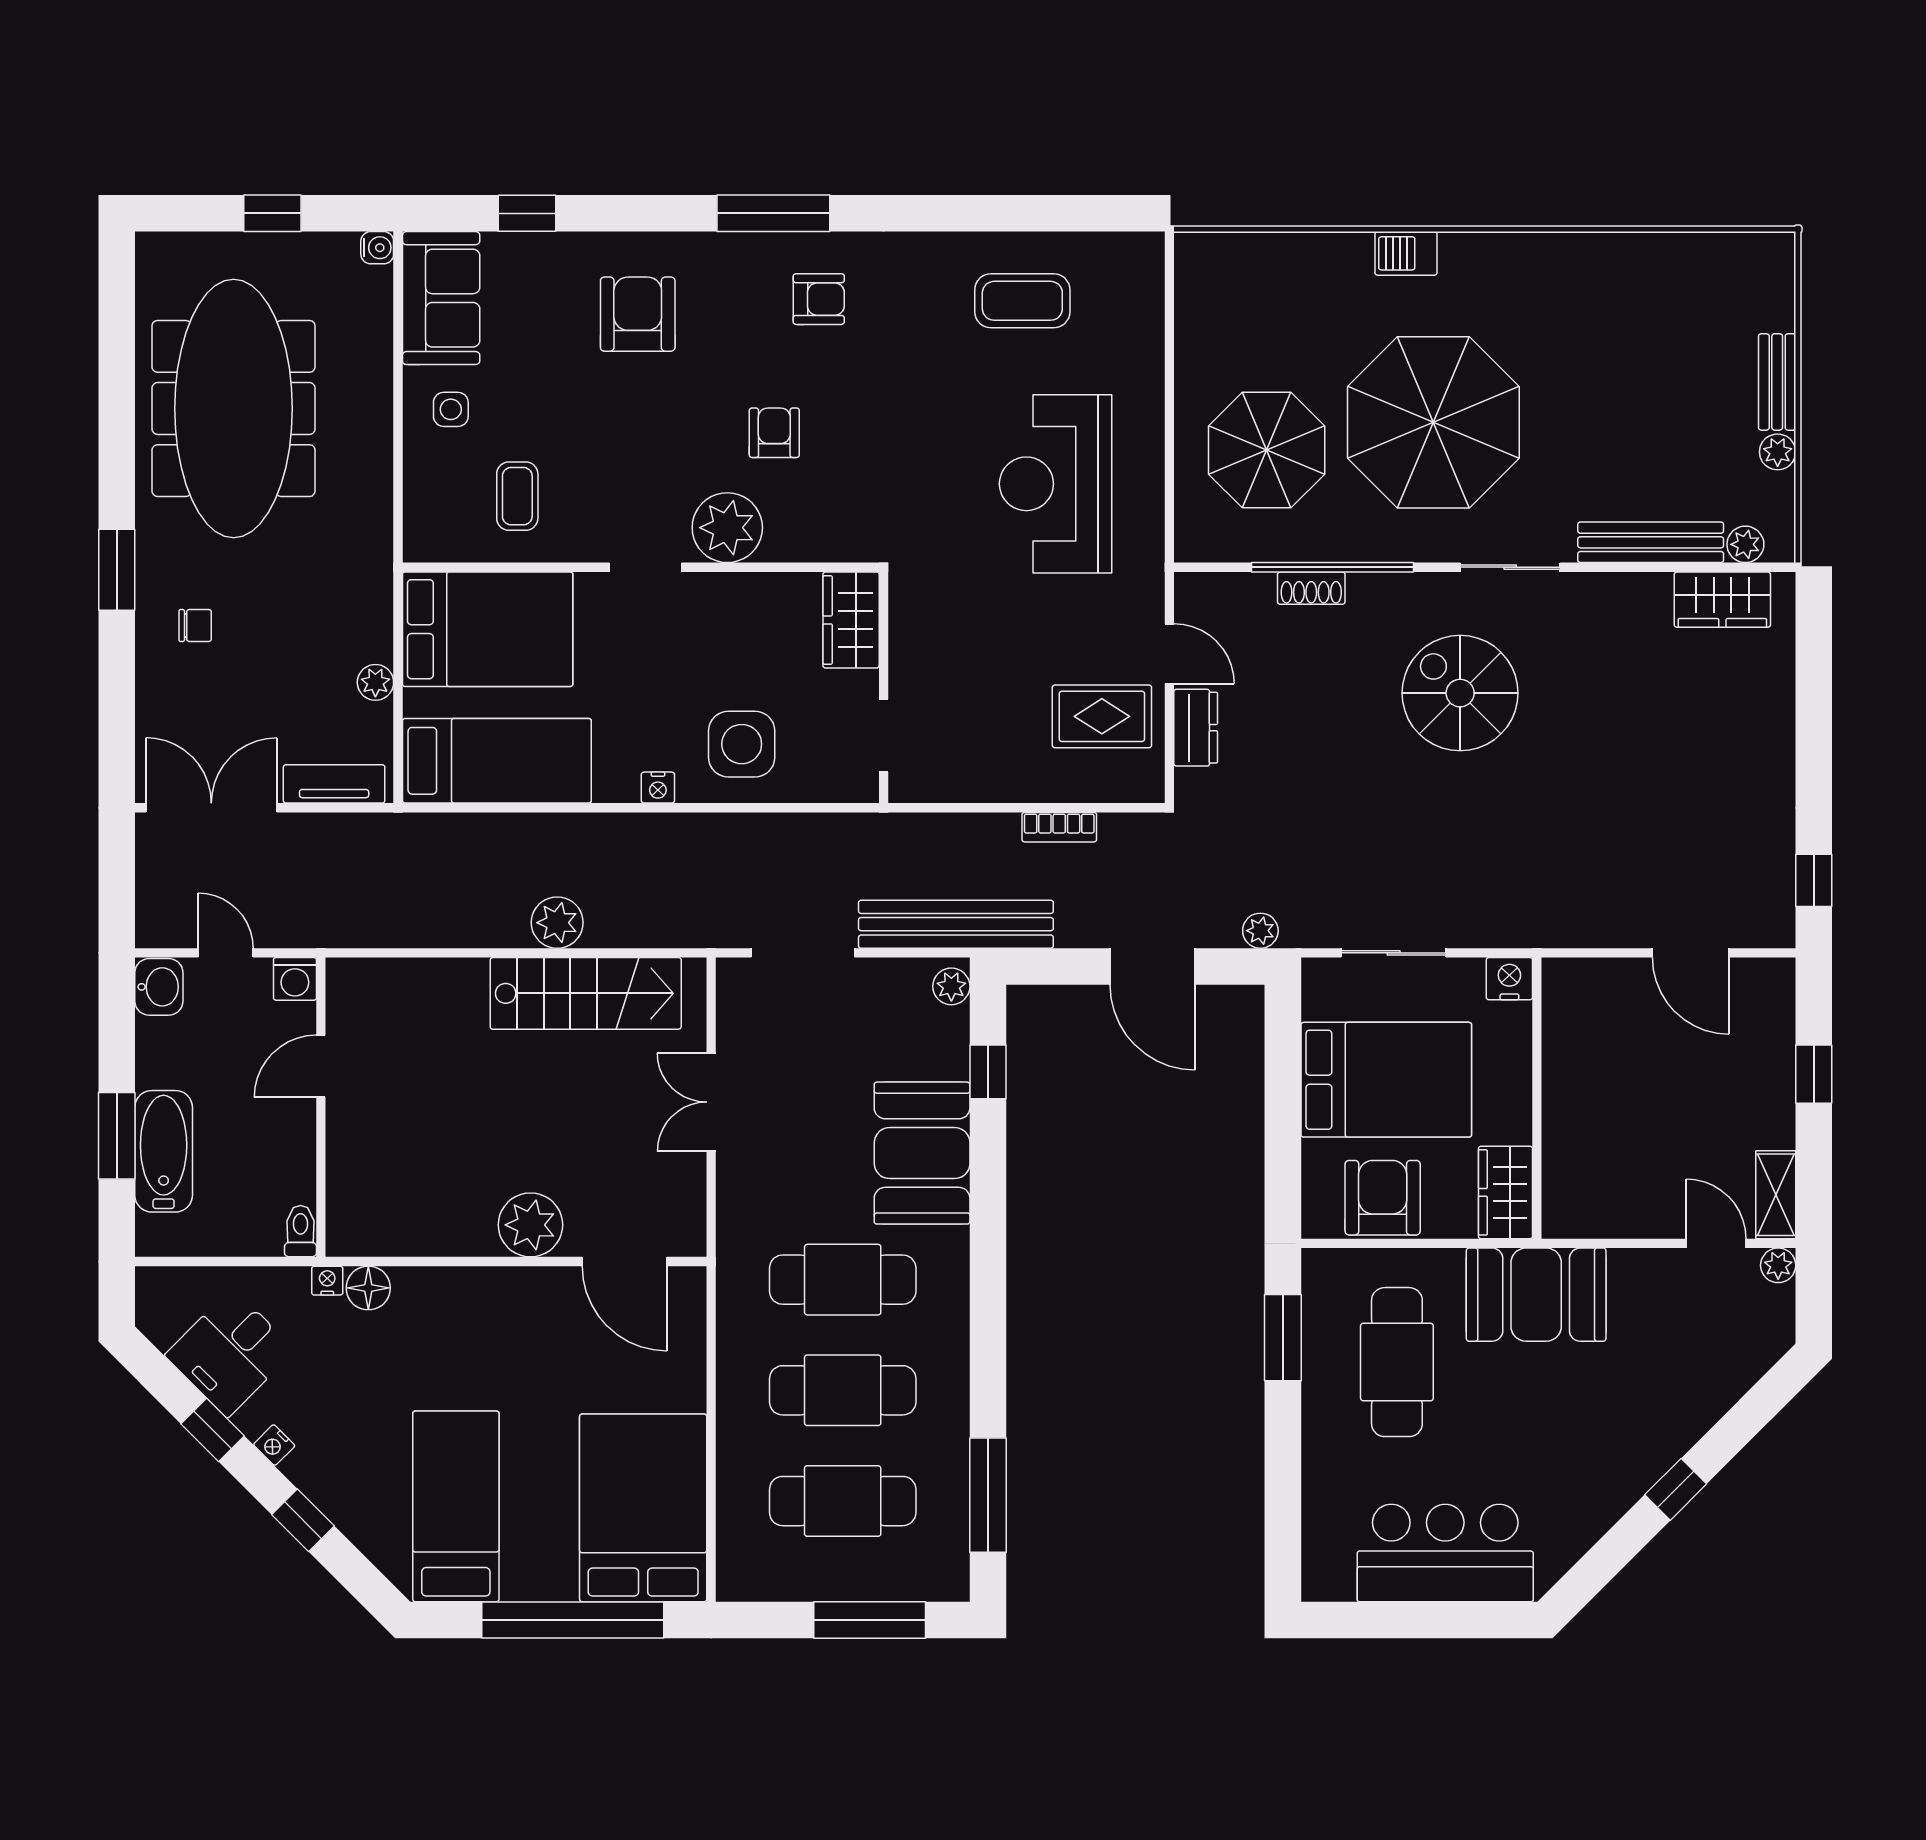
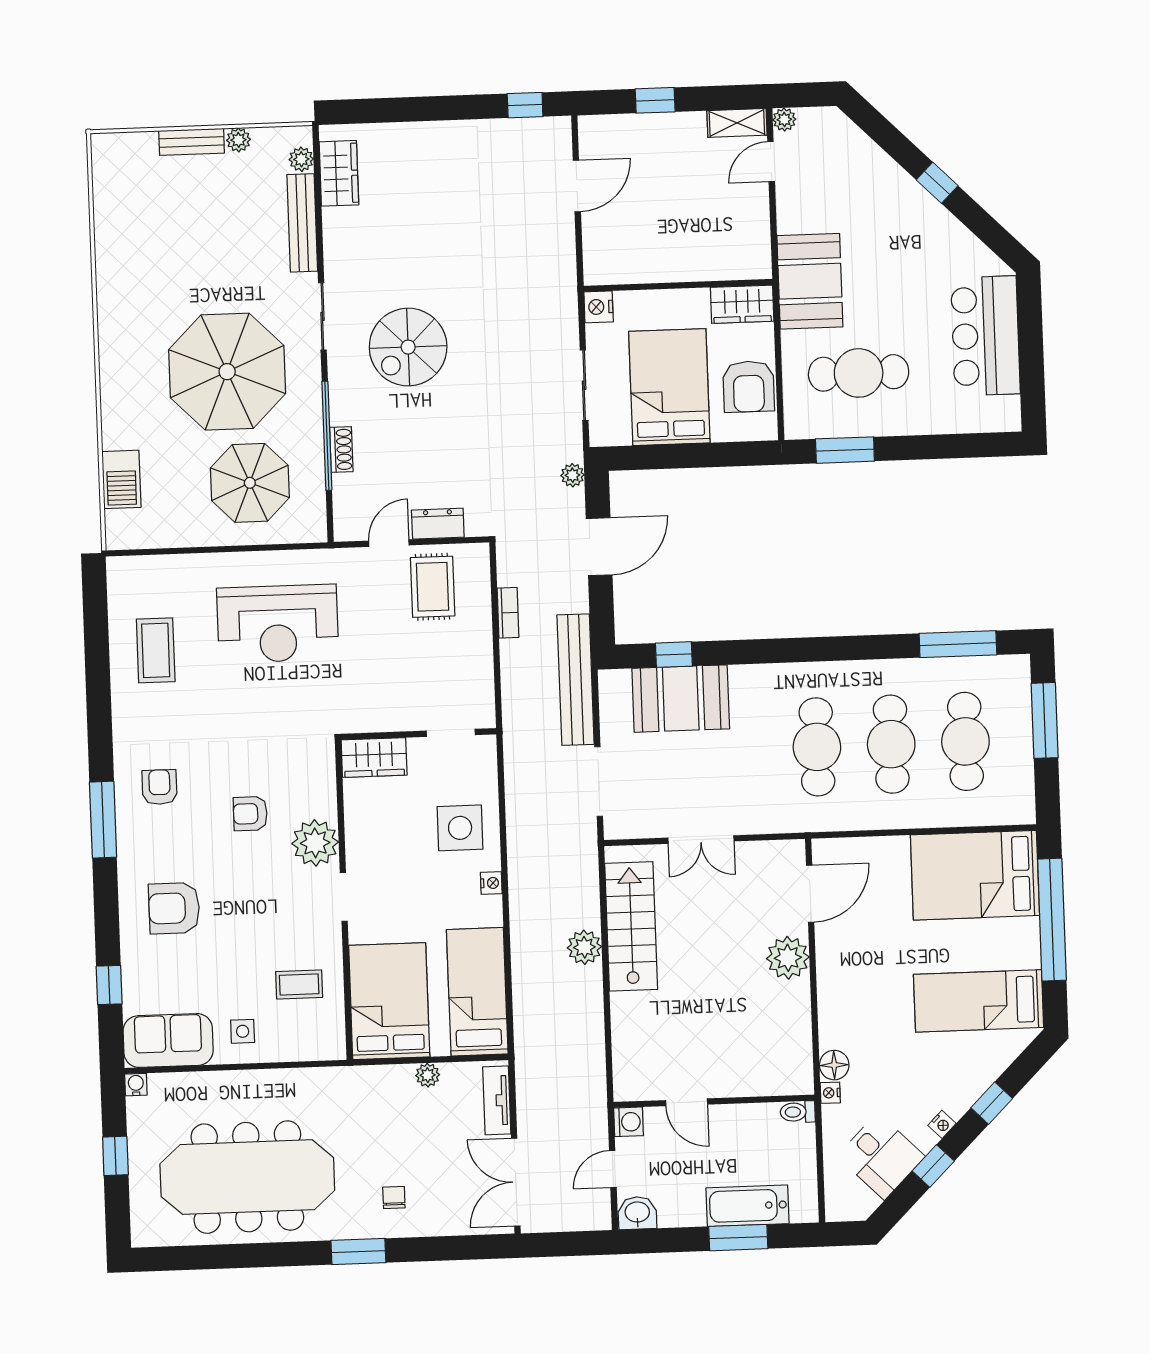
barbecue: (1406, 253) -> (121, 479), moved, width x1.38, depth x1.27
plant: (951, 986) -> (617, 681), removed
booth: (922, 1153) -> (681, 699), moved
armchair: (1383, 1198) -> (749, 387), turned -90

